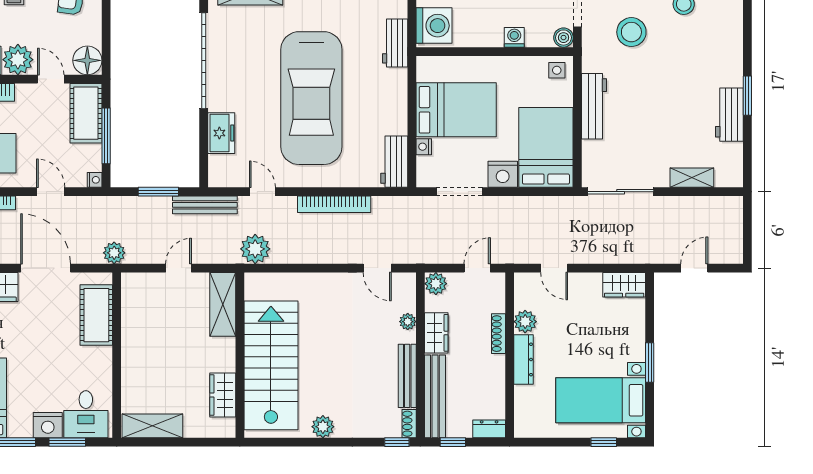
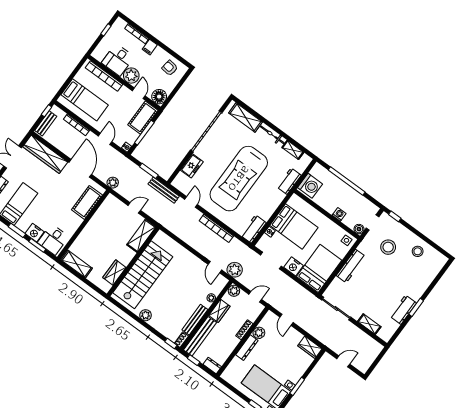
plant: (255, 249) -> (235, 270), moved

